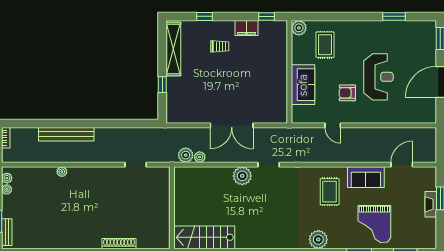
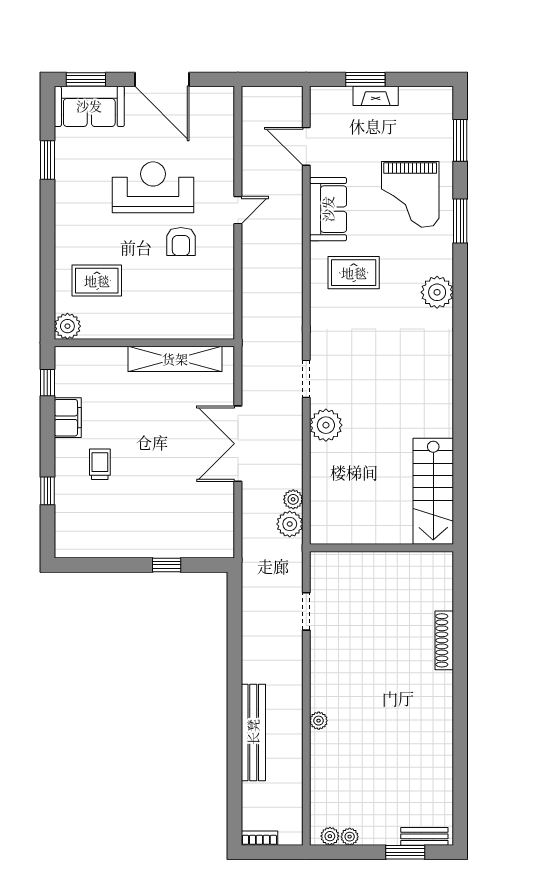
shelving: (173, 49) -> (175, 359), moved
sofa: (303, 85) -> (89, 106), moved, turned 180
double door: (232, 125) -> (238, 444), swing flipped
door: (333, 125) -> (238, 210), moved
plant: (62, 172) -> (319, 721), moved
grand piano: (374, 224) -> (410, 194), turned 90

